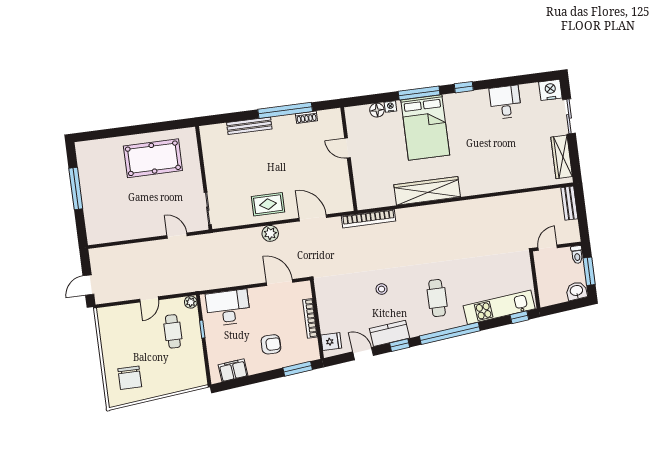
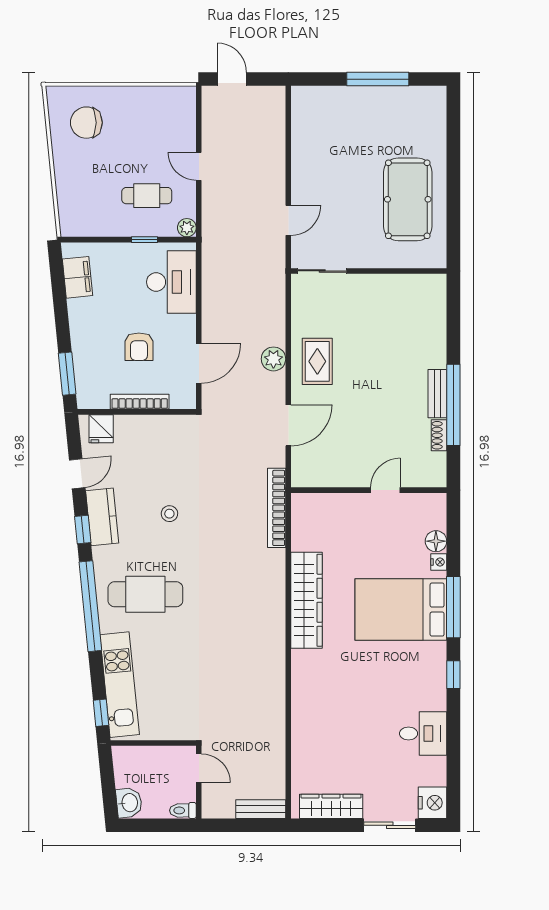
bench: (249, 126) -> (437, 394), moved, width x0.73
window: (589, 271) -> (156, 825), removed
cafe table: (437, 298) -> (145, 594), width x1.37, depth x1.35
armchair: (271, 344) -> (139, 347), moved

